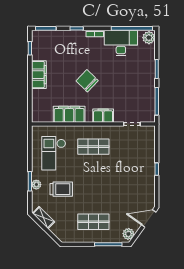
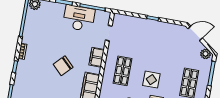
desk: (121, 43) -> (79, 18), moved, turned 90
display table: (90, 180) -> (151, 80), added
door: (149, 219) -> (195, 33), swing flipped

